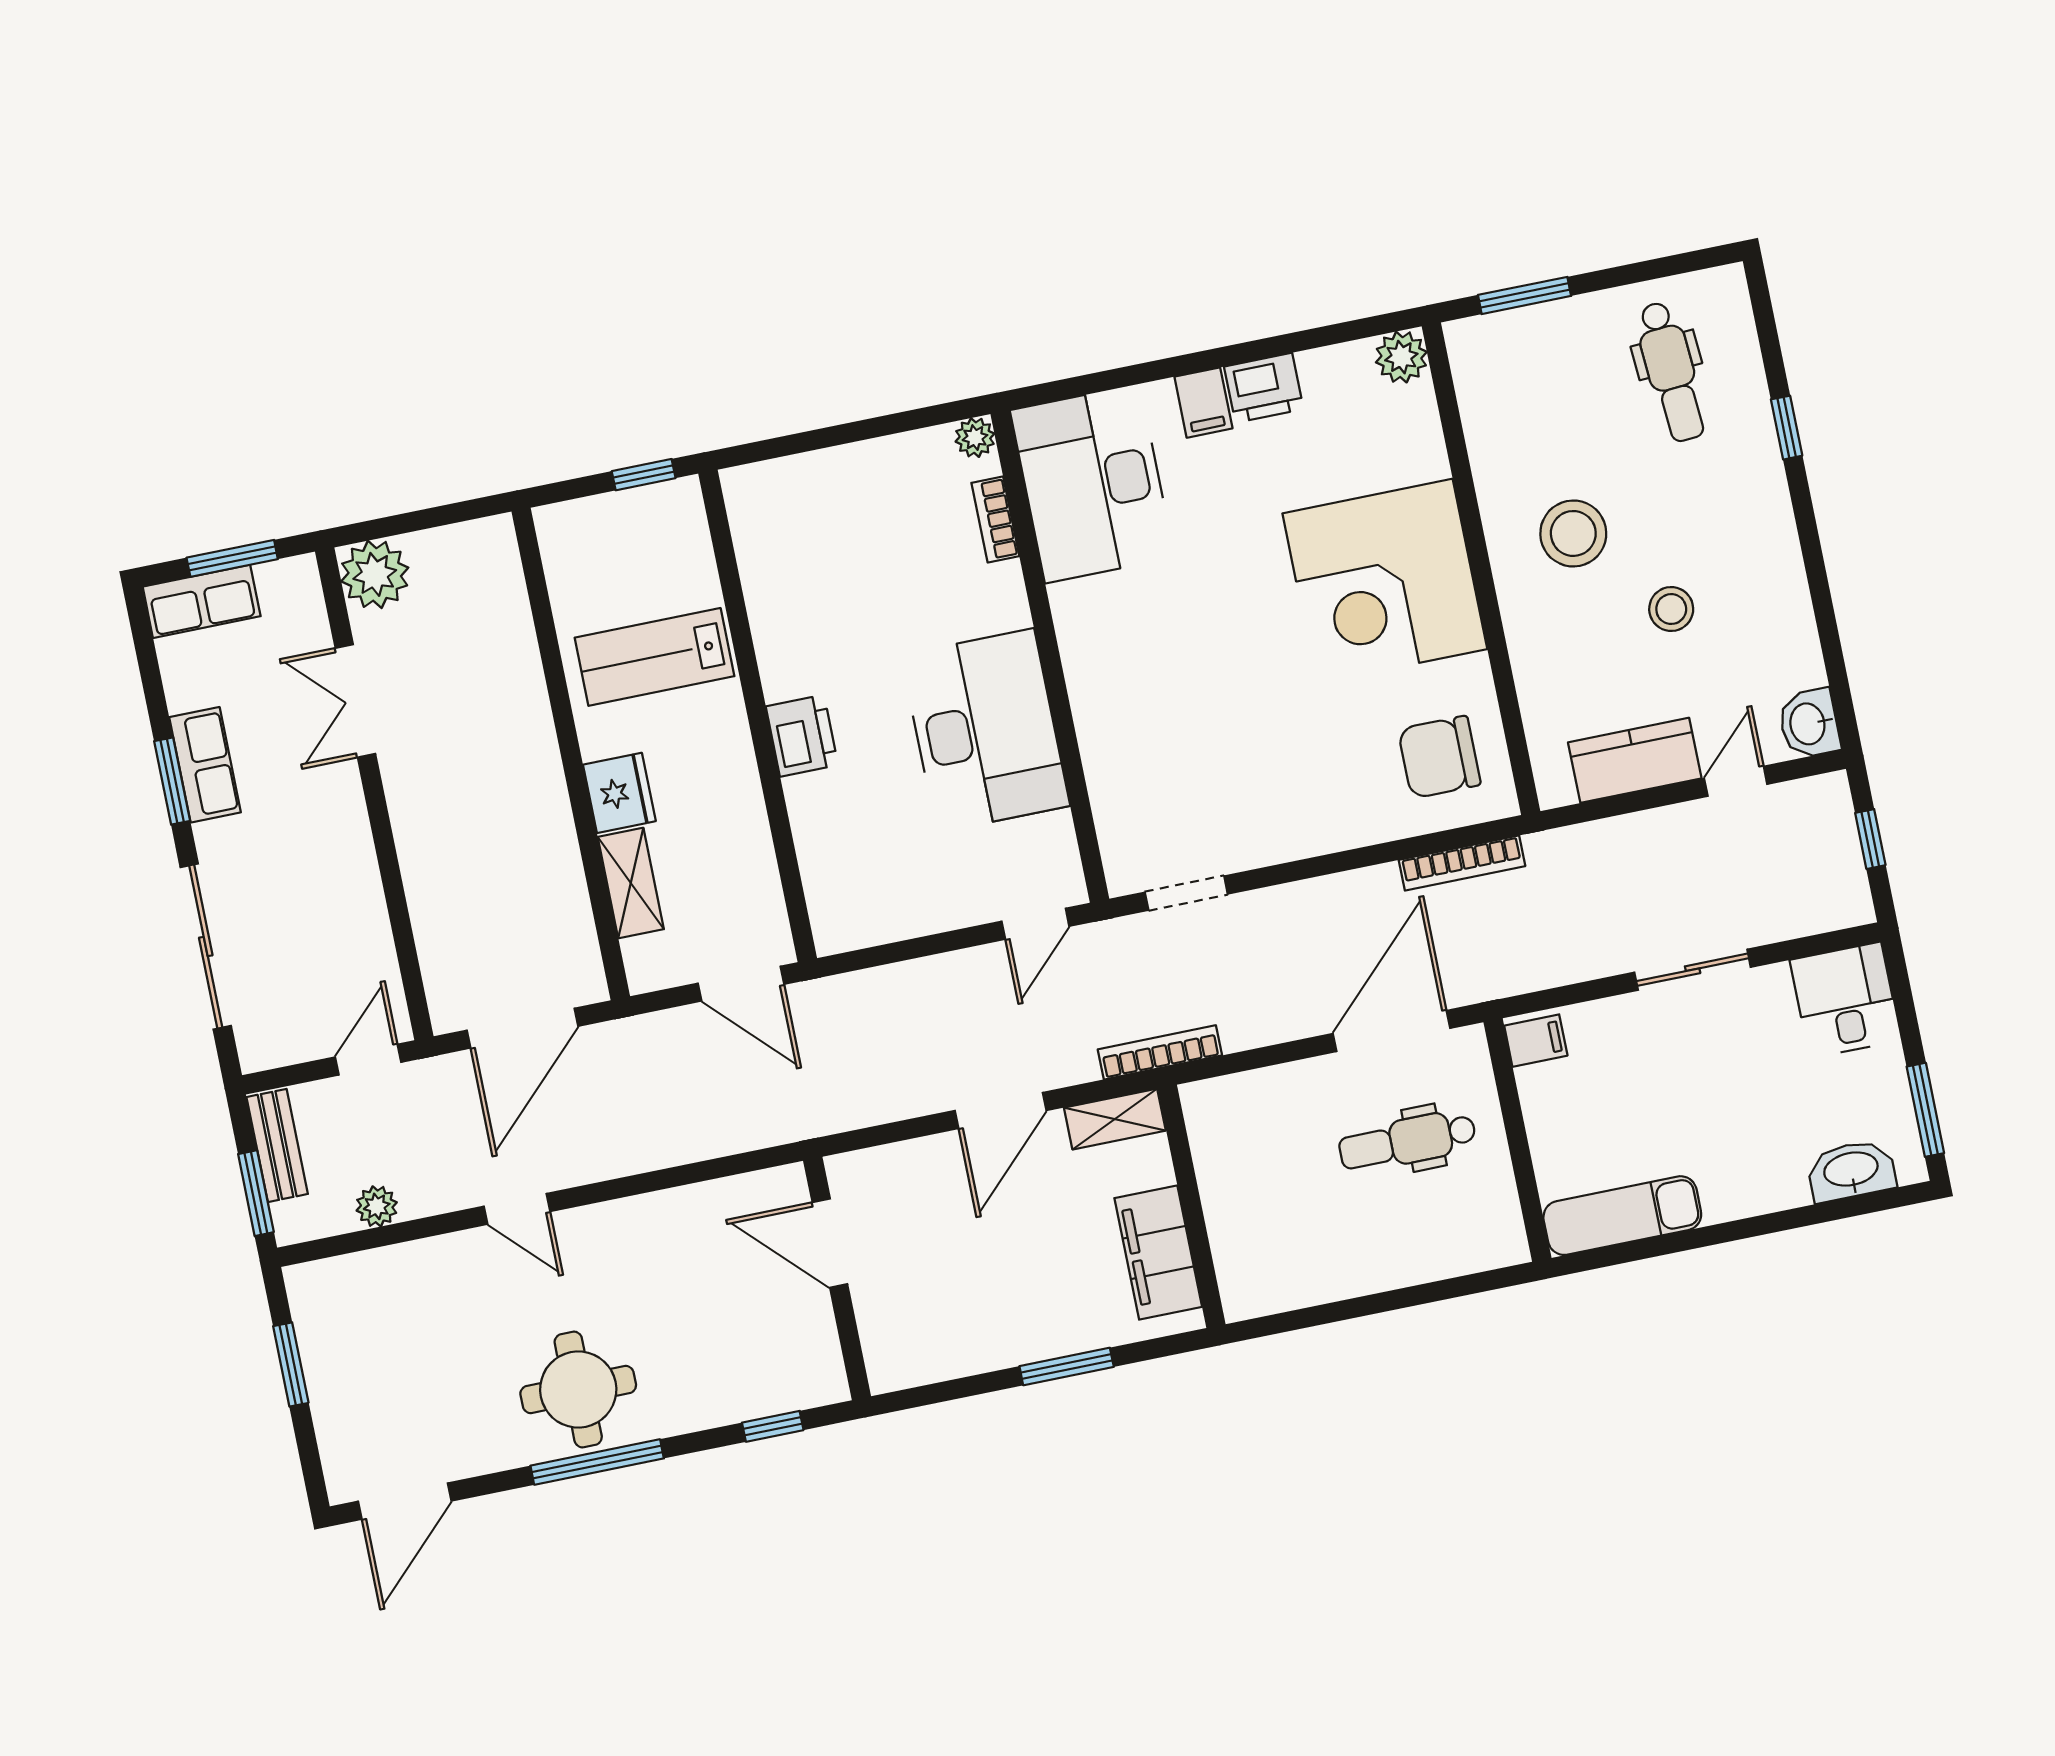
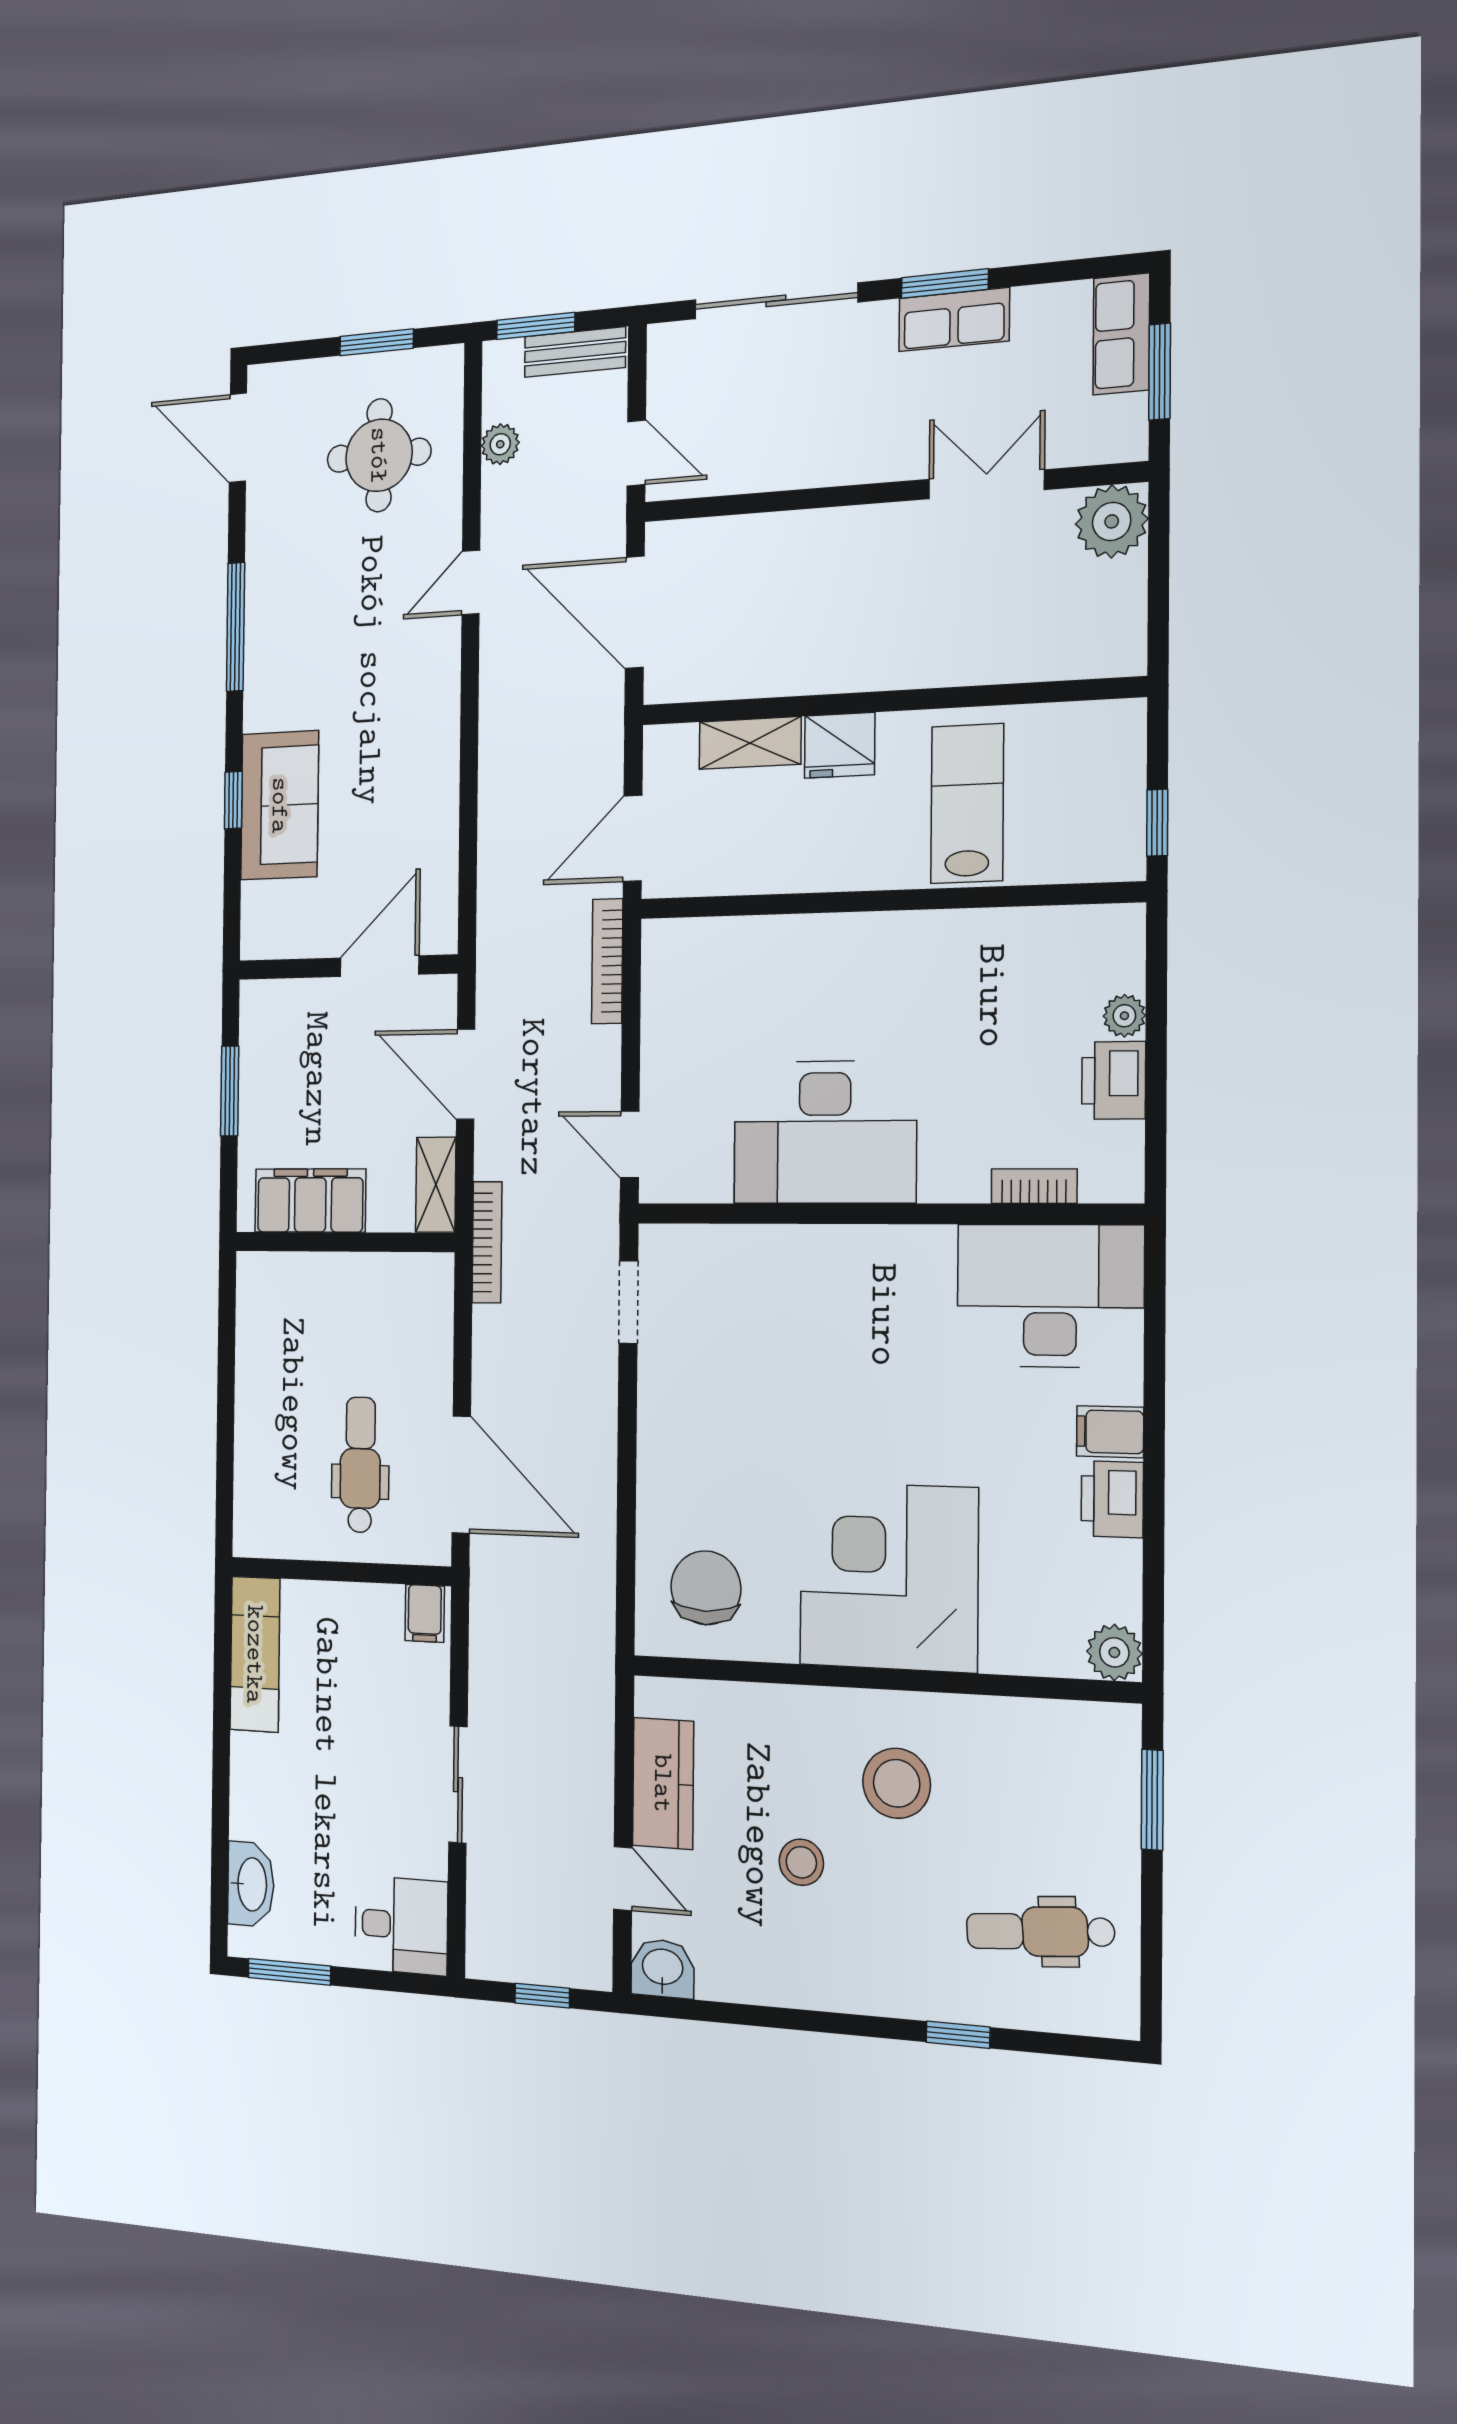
plant: (975, 438) -> (1124, 1016), moved
printer: (802, 736) -> (1114, 1080), moved, turned 90
bookcase: (1462, 863) -> (607, 961), moved
door: (830, 1243) -> (380, 966), moved
wall: (837, 1278) -> (347, 967), moved
sofa: (770, 1373) -> (280, 805), added
round table: (578, 1389) -> (379, 455), moved

